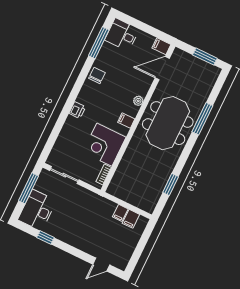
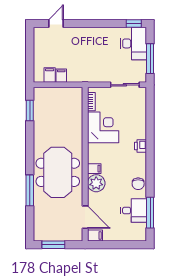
desk: (122, 35) -> (134, 210), moved
door: (162, 68) -> (85, 217), hinge flipped
plant: (138, 101) -> (96, 183), width x1.88, depth x1.88
filing cabinet: (126, 121) -> (94, 169), moved
window: (171, 184) -> (30, 111), moved
window: (45, 238) -> (134, 23), moved

